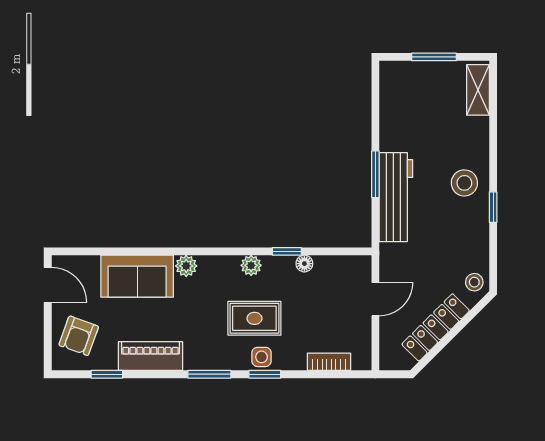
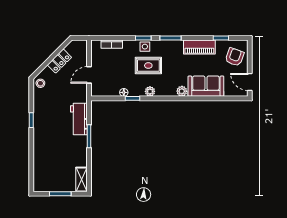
shelving: (478, 90) -> (81, 180), moved
stool: (464, 183) -> (45, 132), removed
workbench: (396, 197) -> (79, 119), width x0.73
locker: (436, 327) -> (59, 61), width x0.66

